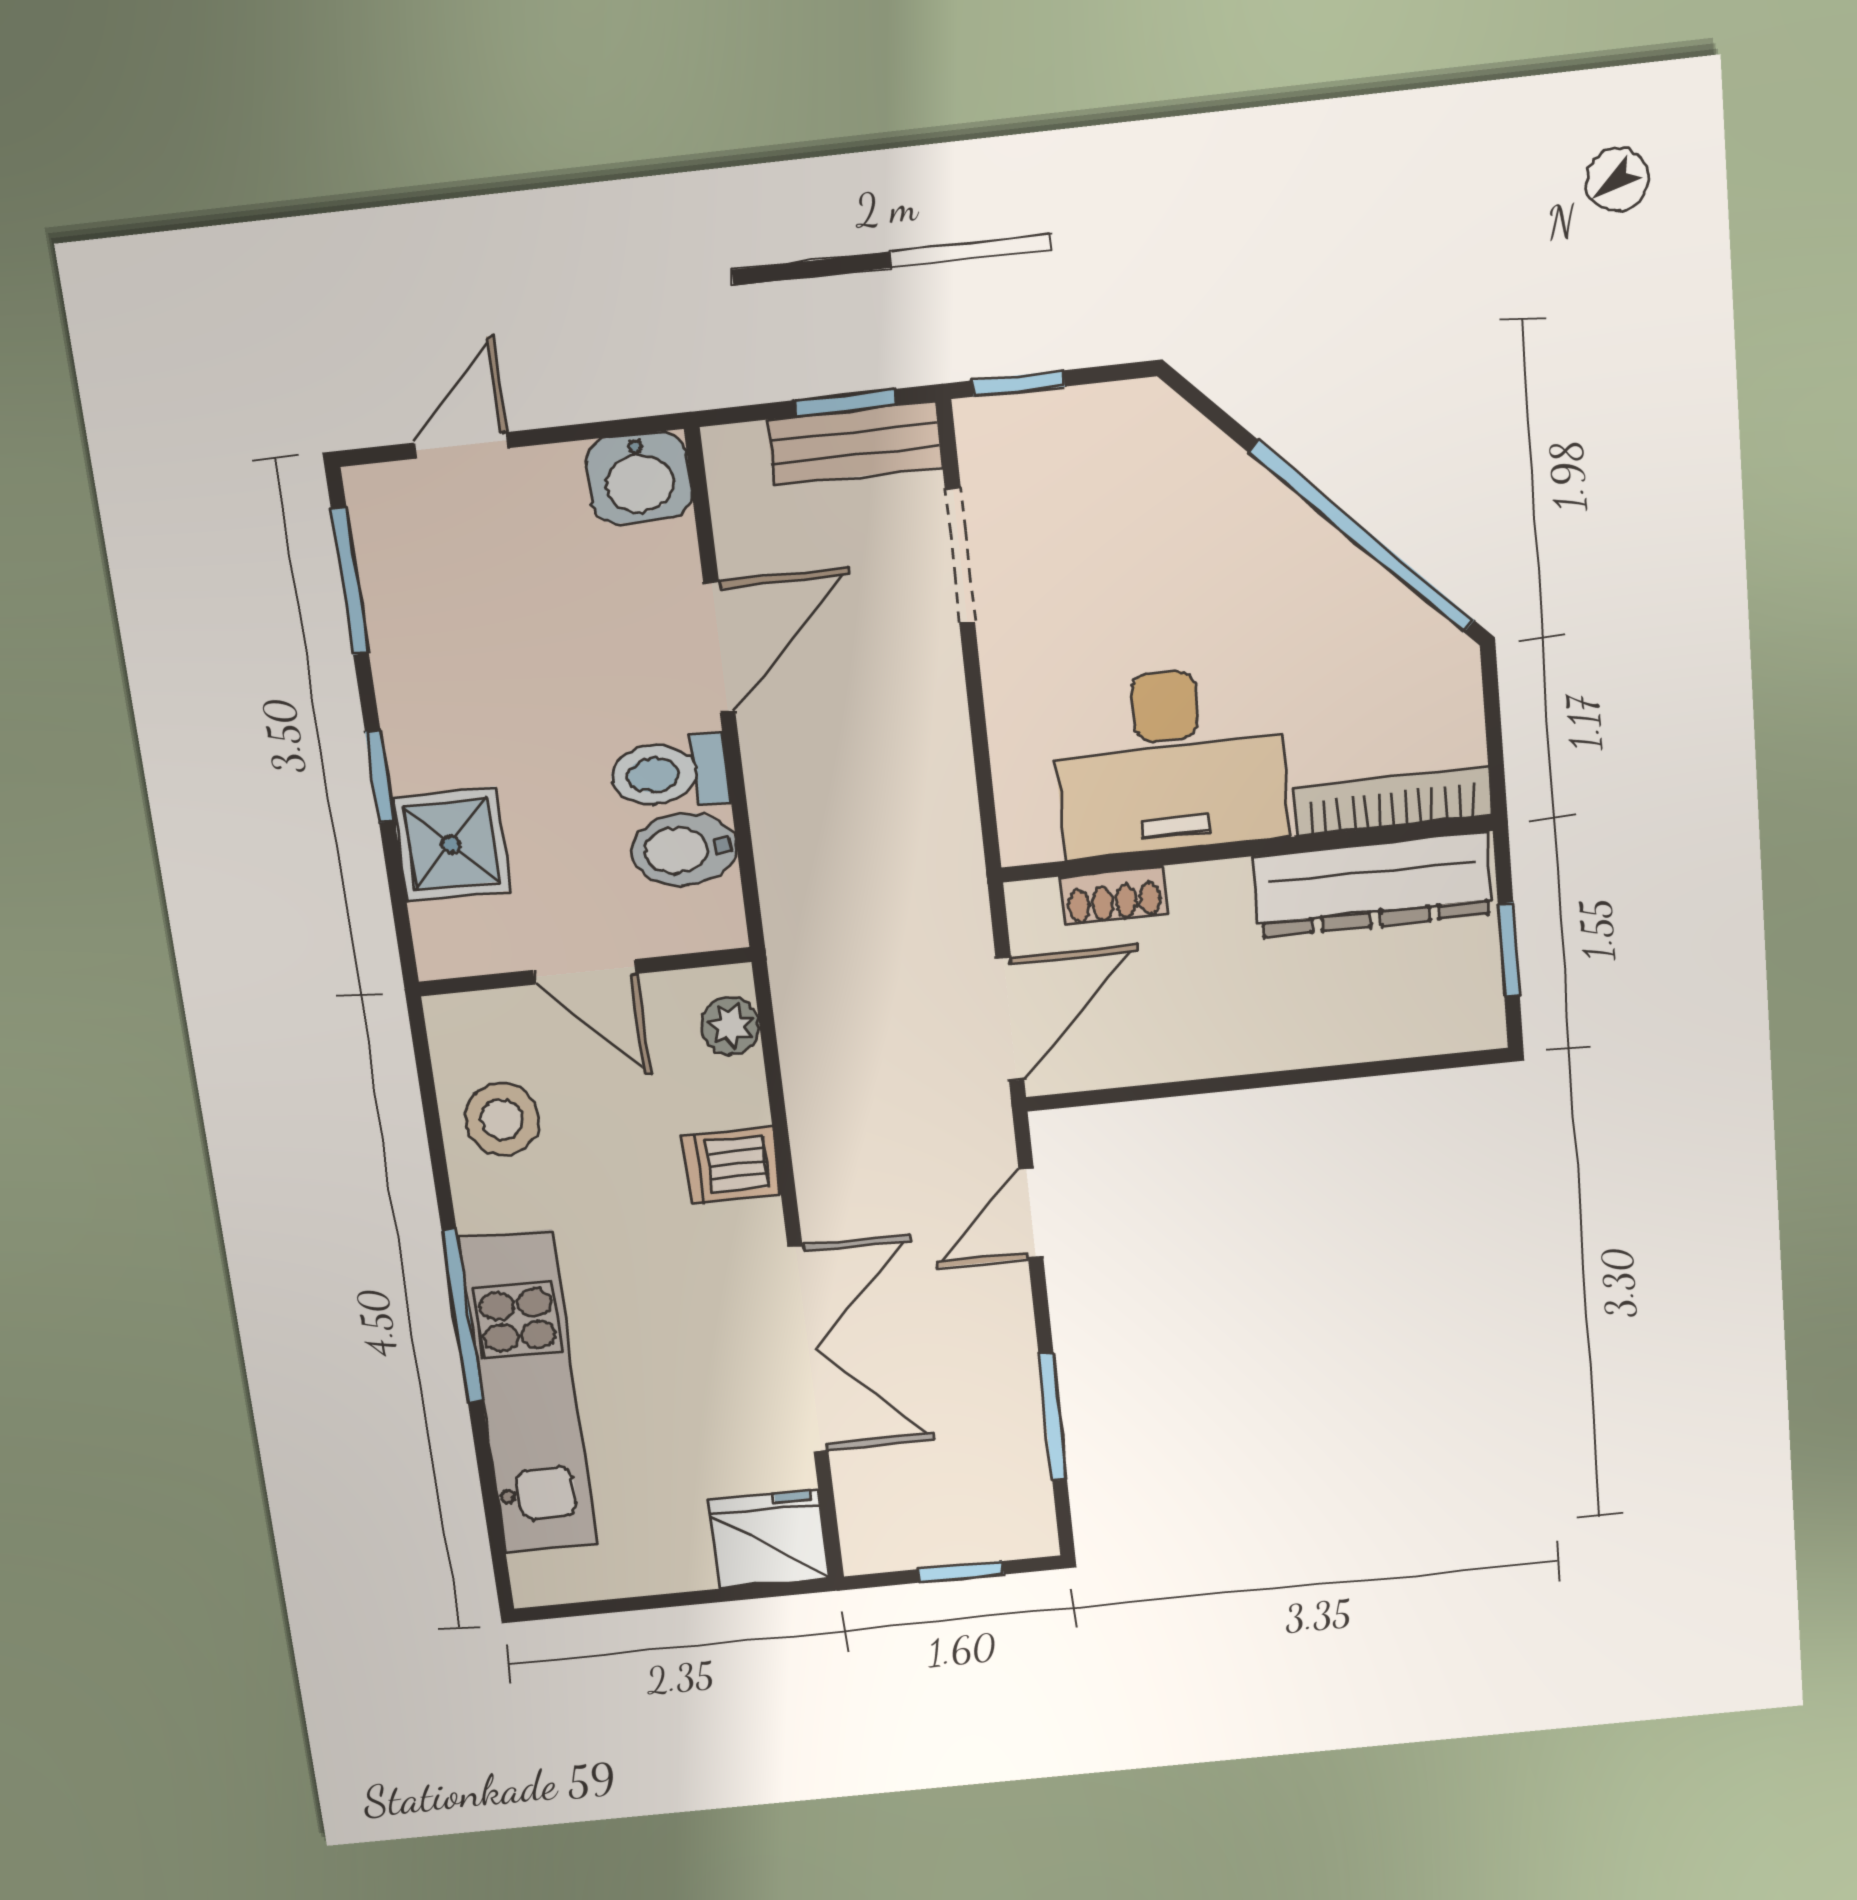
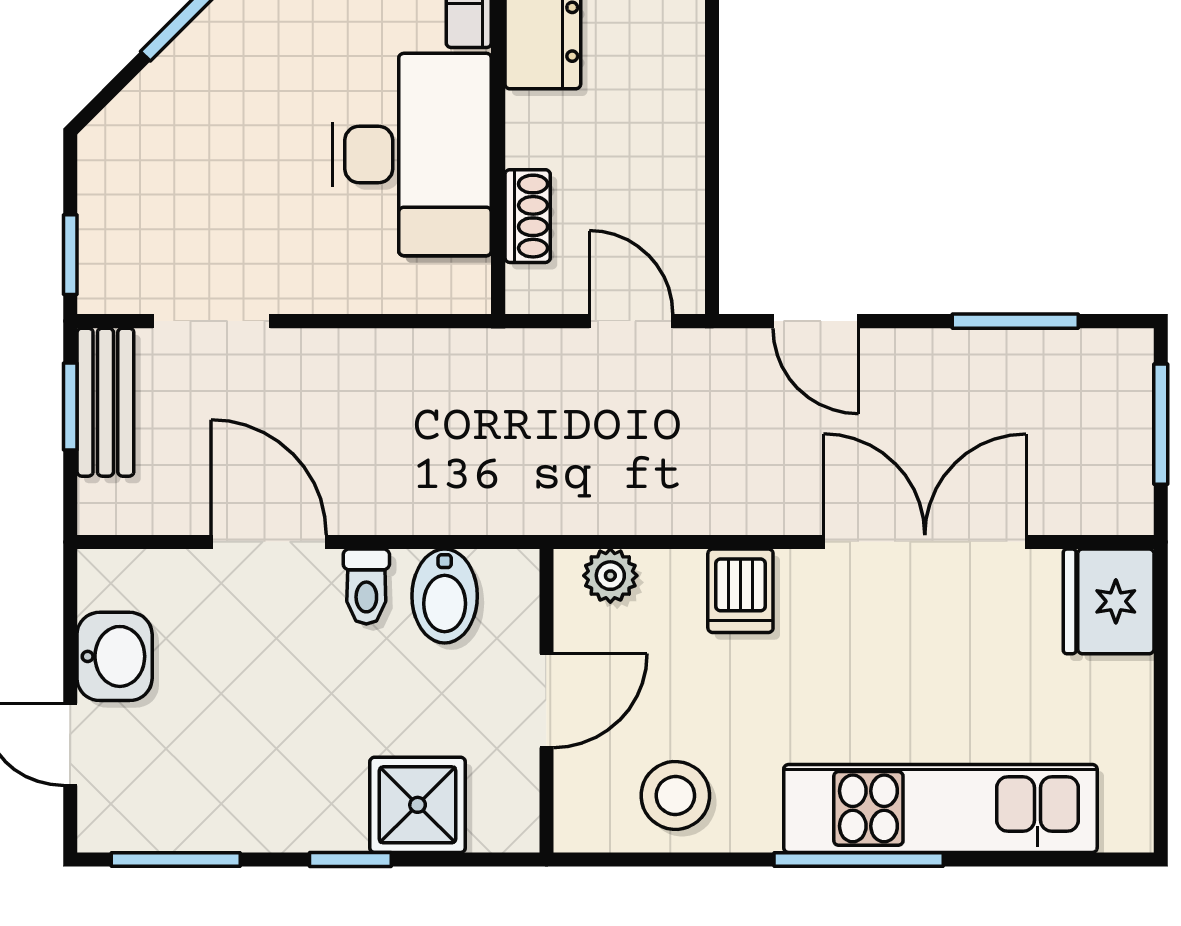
washbasin: (639, 478) -> (115, 656), moved
toilet: (669, 773) -> (366, 586), width x0.73, depth x0.72
door: (1010, 1019) -> (631, 321), width x0.73
window: (961, 1572) -> (1161, 424), width x1.50

